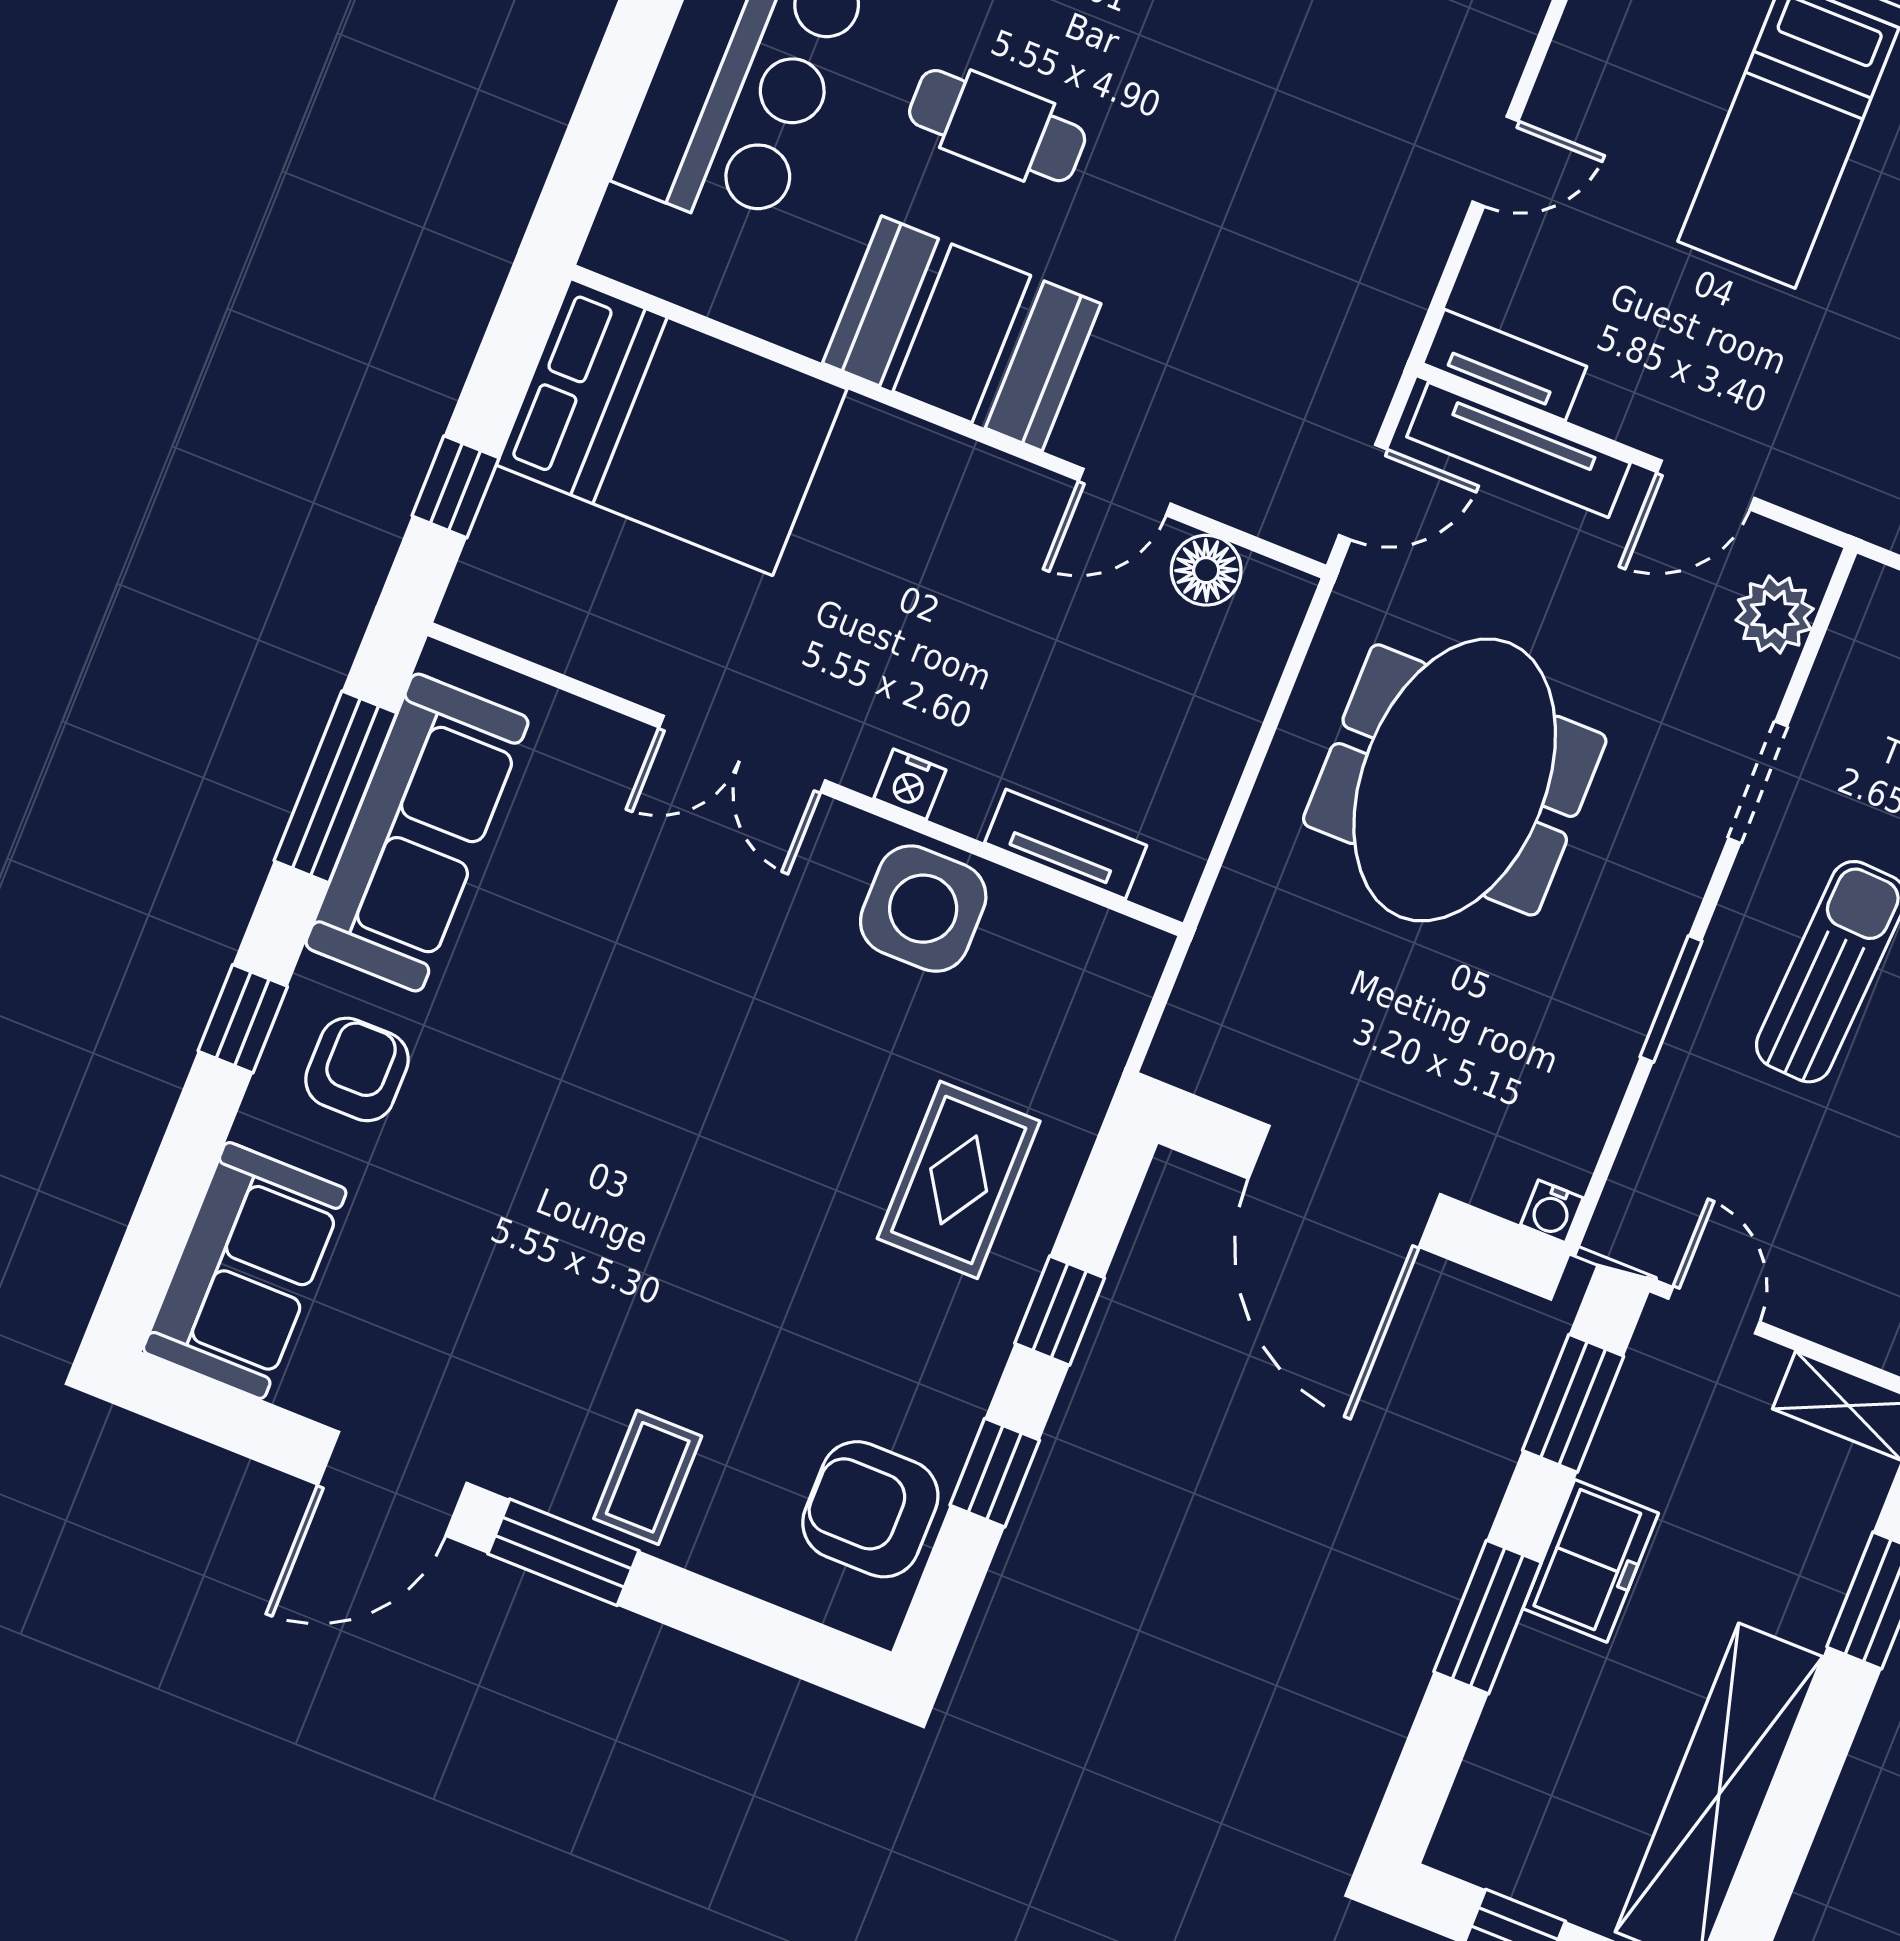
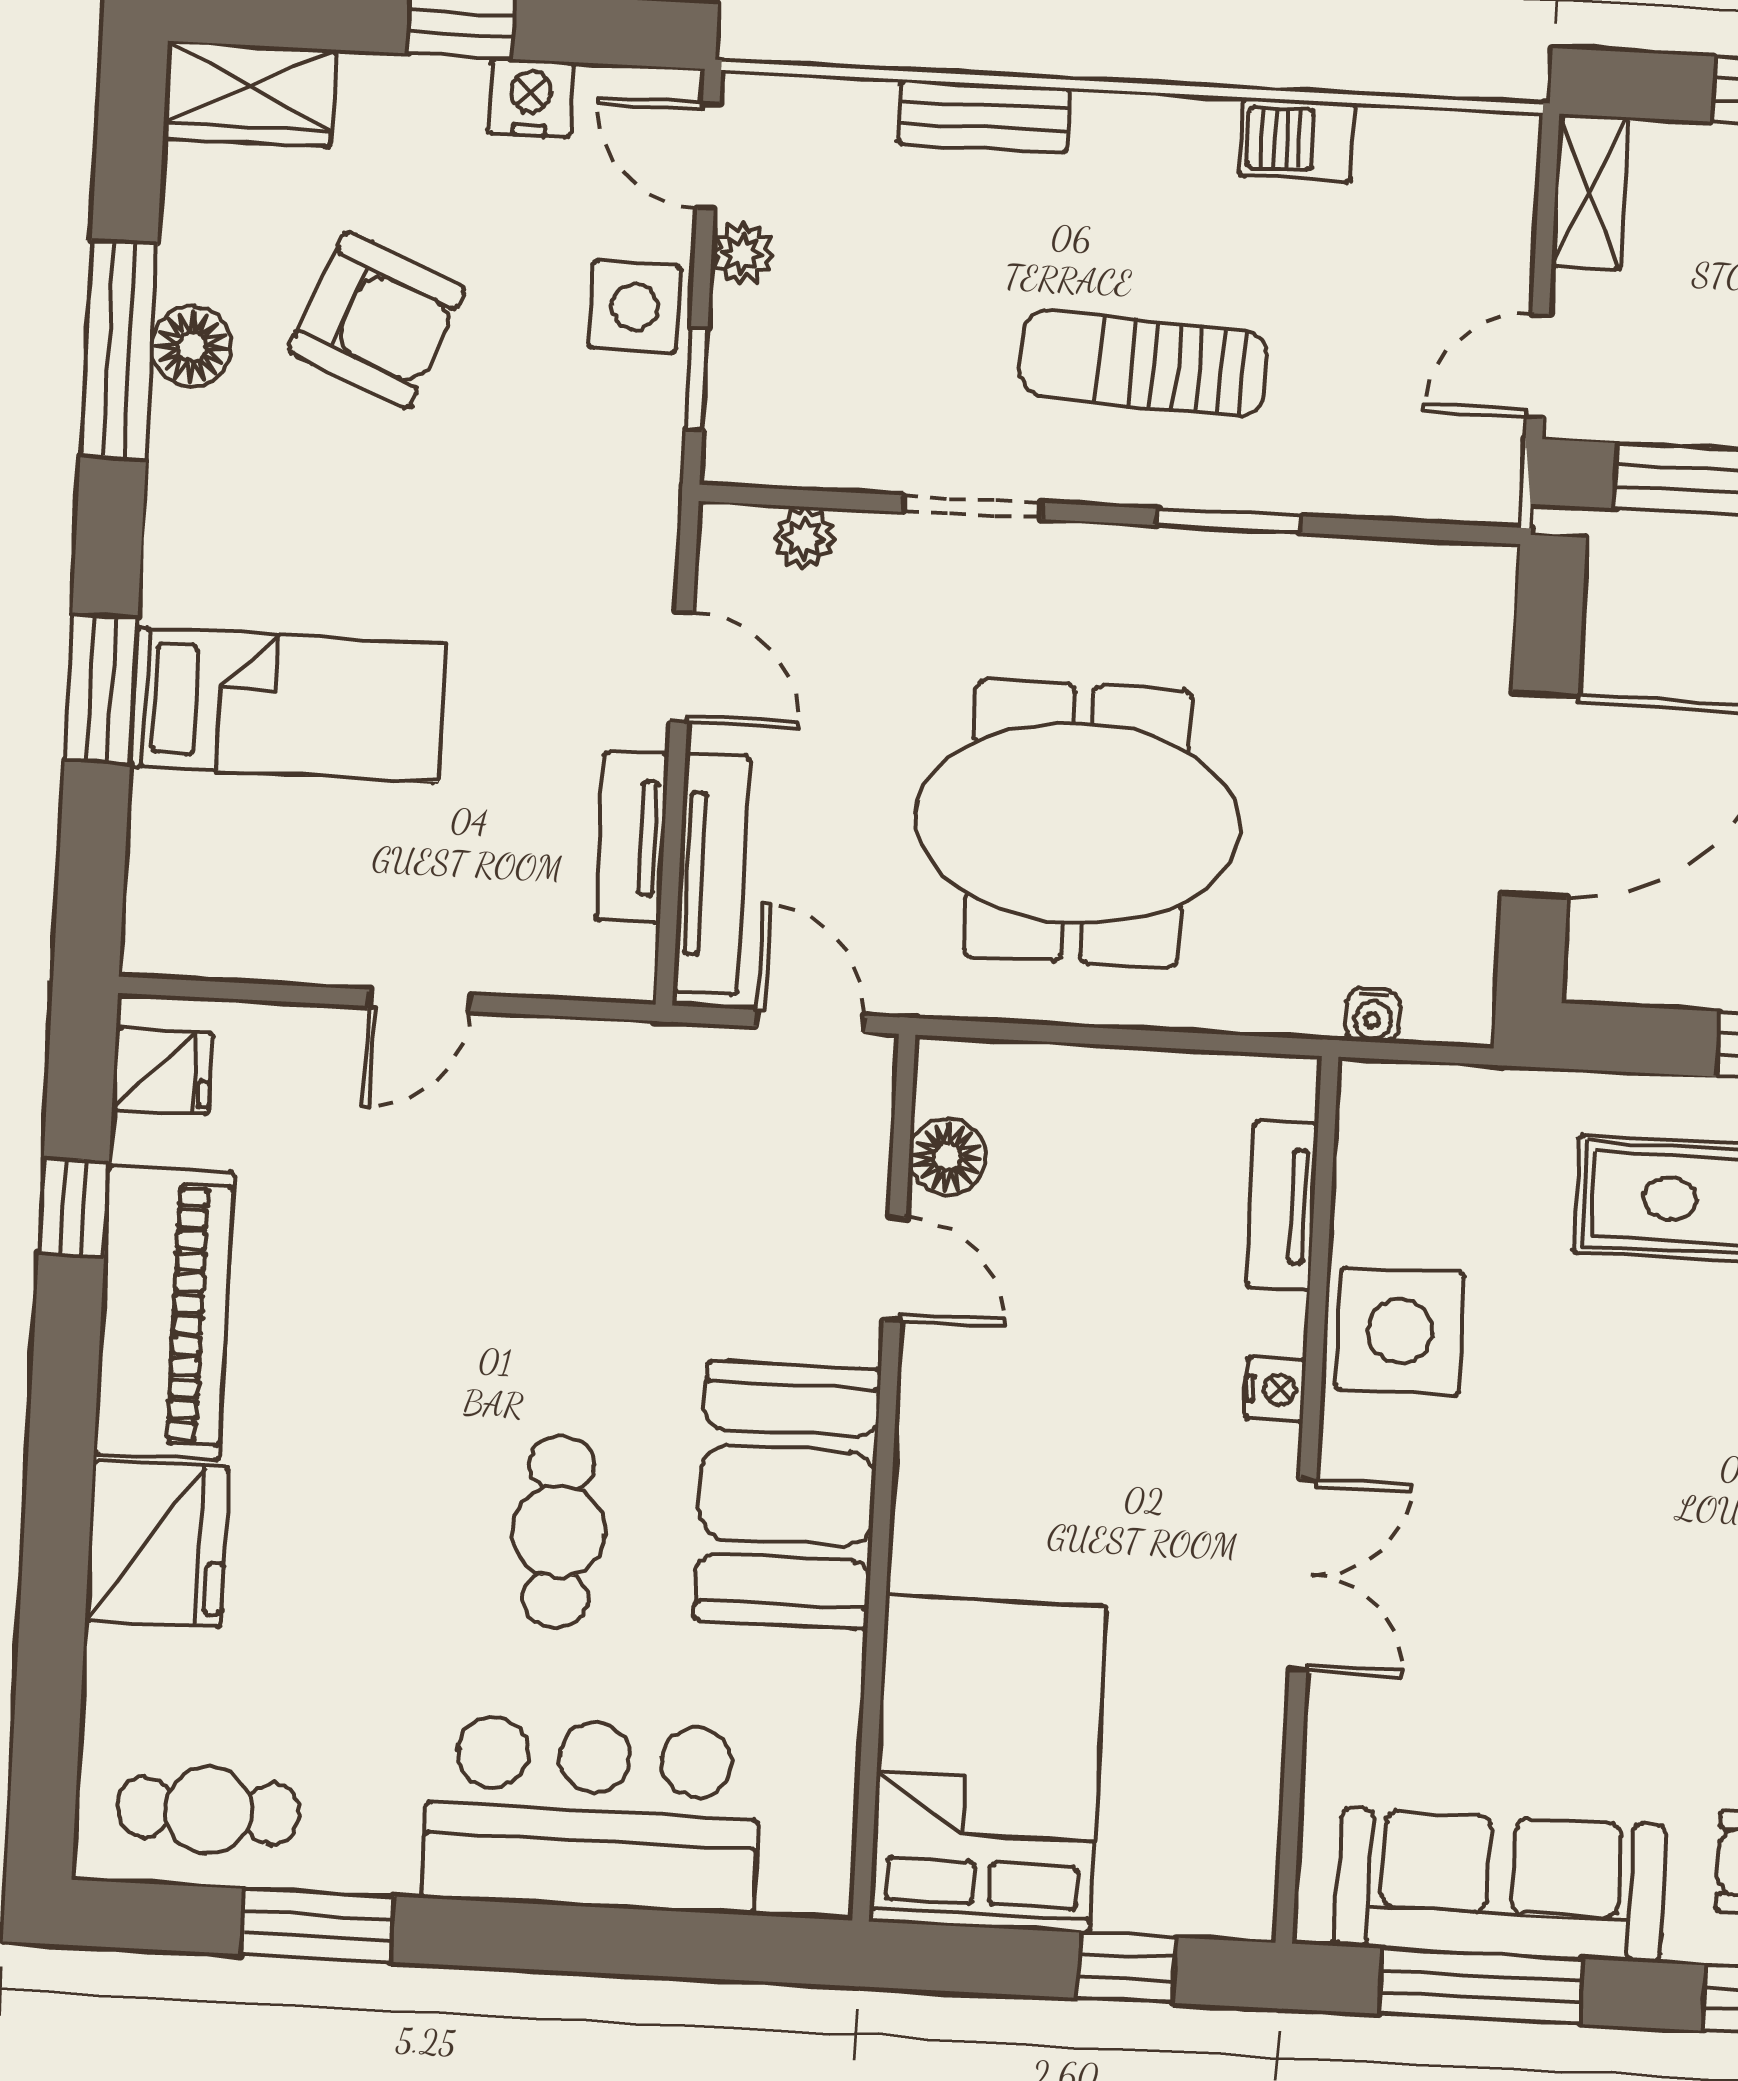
door: (1495, 161) -> (419, 1000), swing flipped
tv unit: (1505, 365) -> (632, 837), moved
plant: (1775, 614) -> (804, 538), width x0.73, depth x0.73
water cooler: (1552, 1211) -> (1373, 1016), moved, turned 90

